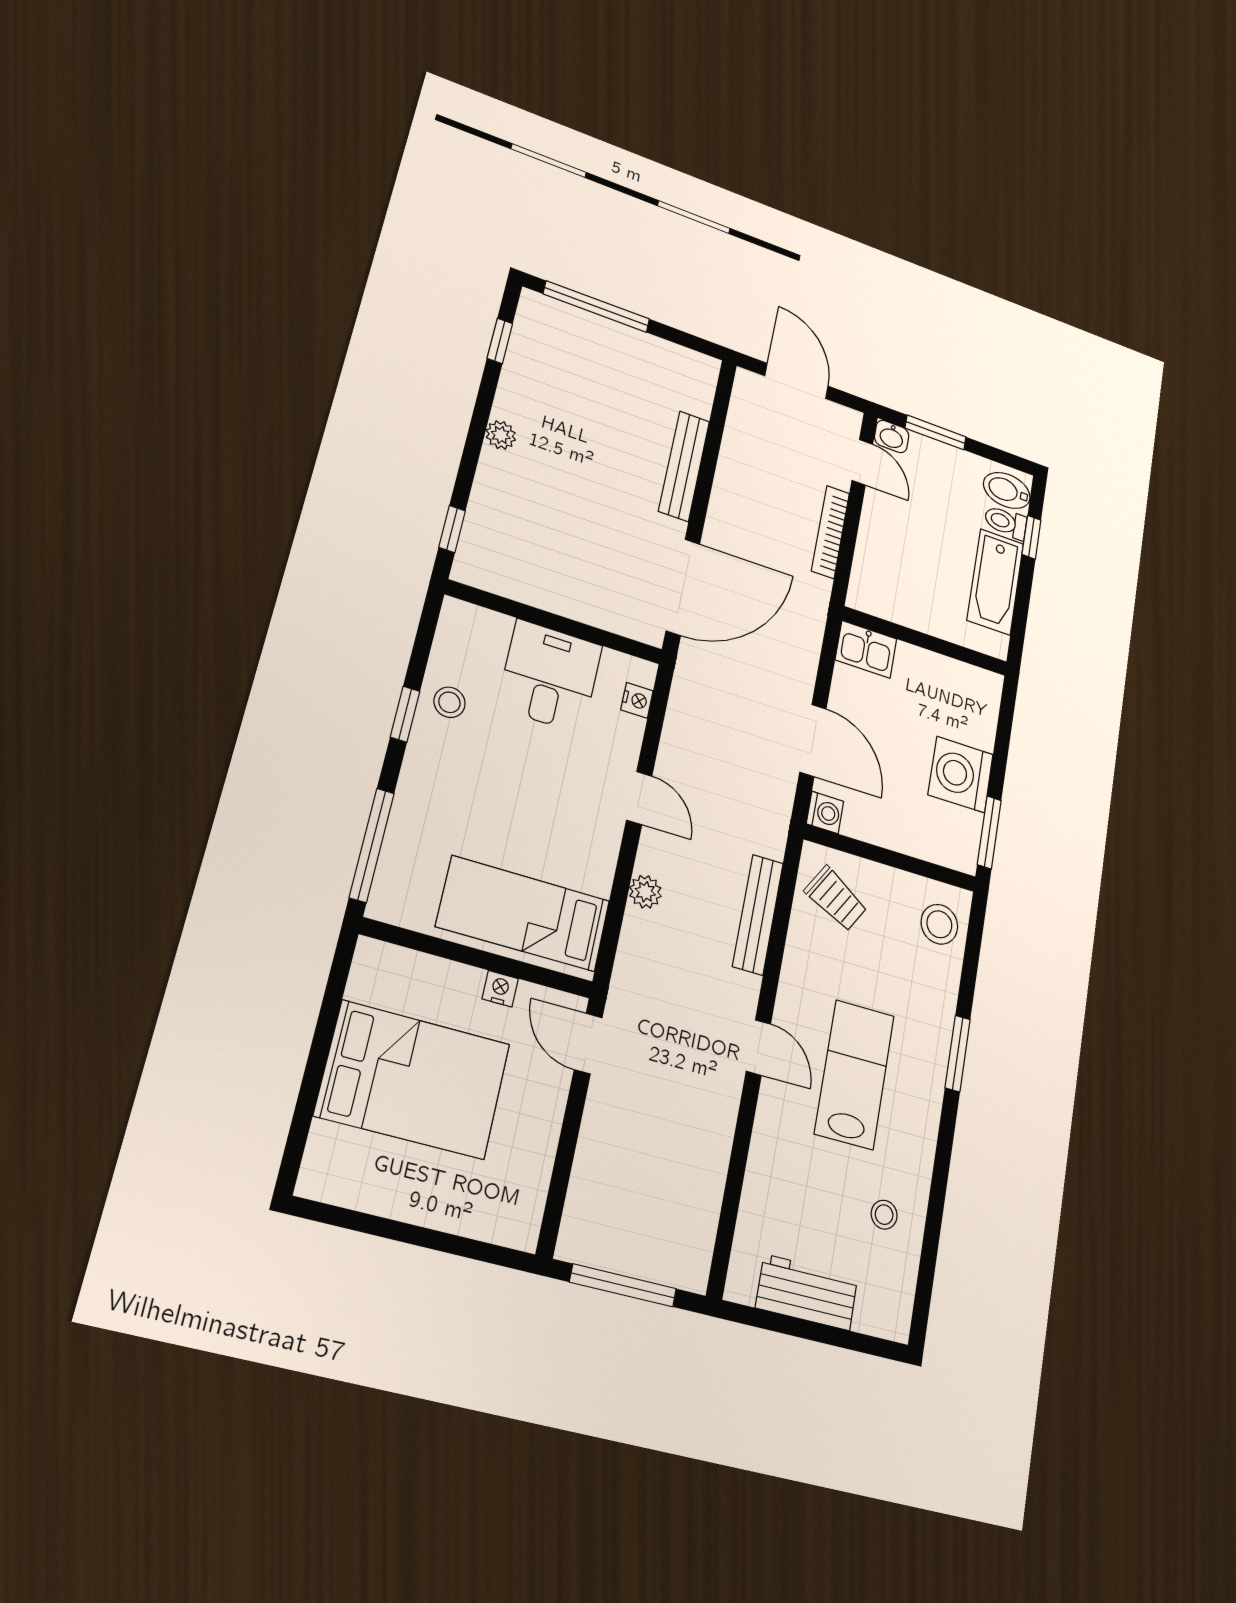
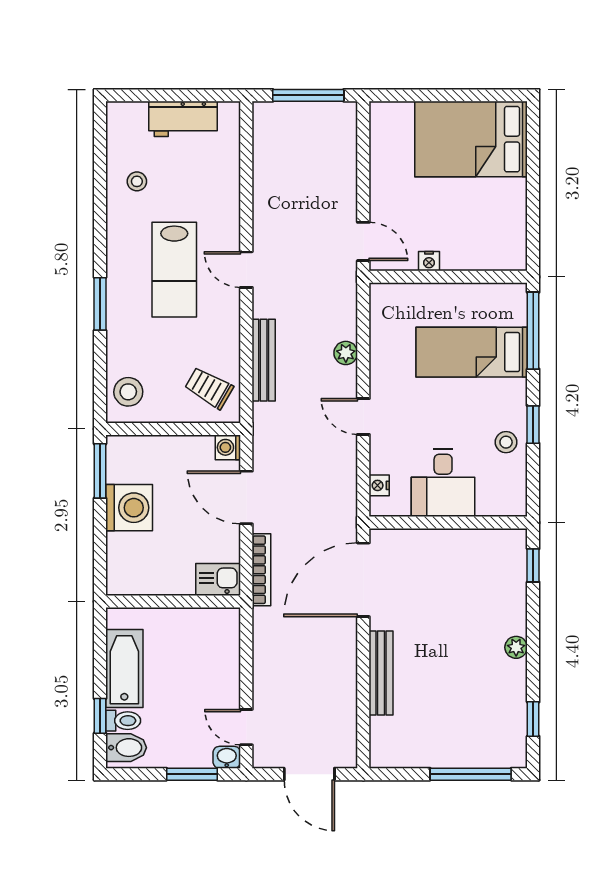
bookcase: (830, 532) -> (261, 570), moved
bed: (524, 914) -> (472, 352), moved, turned 180
bed: (413, 1080) -> (471, 139), moved

